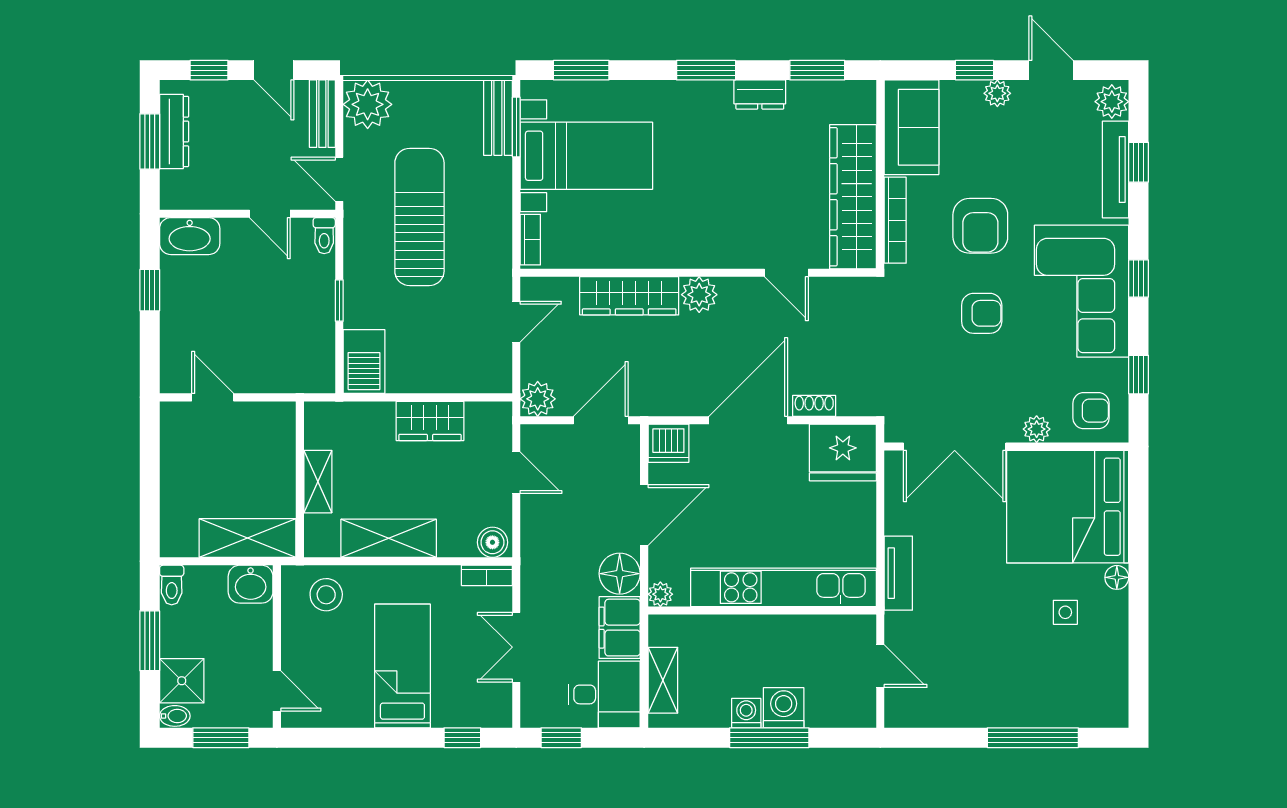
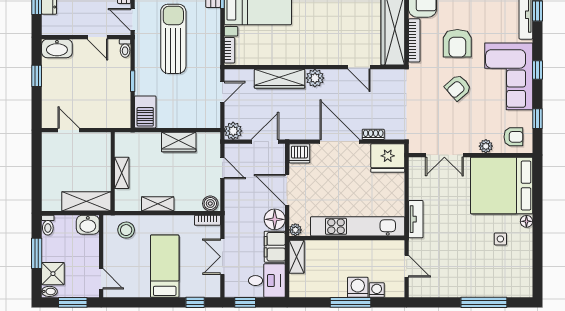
armchair: (982, 313) -> (458, 88), turned 139
door: (748, 420) -> (340, 142), hinge flipped
double door: (955, 447) -> (444, 155), width x0.73
door: (644, 515) -> (287, 190), swing flipped
shelving: (389, 538) -> (158, 204), width x0.67, depth x0.75
shelving: (663, 680) -> (297, 257), moved
washing machine: (746, 713) -> (377, 290), moved

